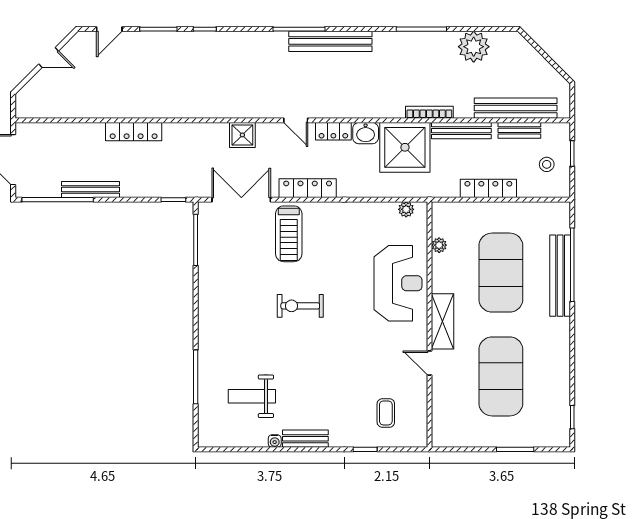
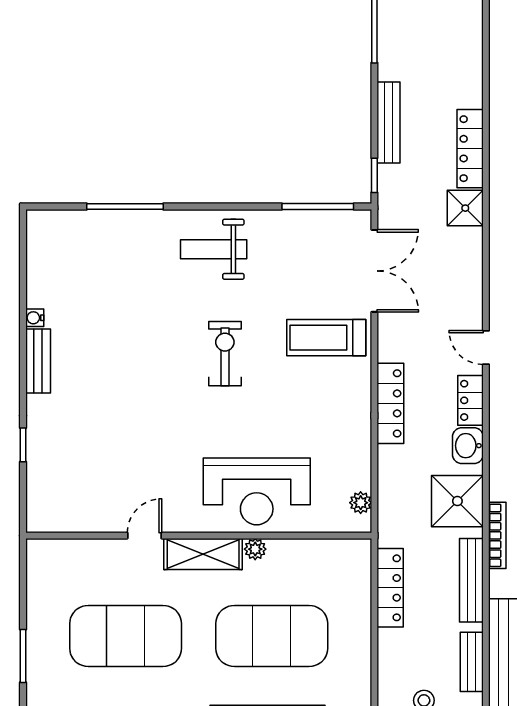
door: (296, 120) -> (486, 347), hinge flipped
locker: (134, 132) -> (470, 149), moved
shower: (242, 135) -> (465, 208), moved
shower: (405, 147) -> (457, 501), width x0.73, depth x0.73
locker: (308, 188) -> (390, 403), moved
locker: (488, 188) -> (390, 588), moved
bench: (91, 190) -> (389, 123), moved
plant: (439, 245) -> (255, 549), moved
weight bench: (252, 396) -> (214, 249), moved, turned -90
coffee table: (386, 413) -> (74, 474), removed

